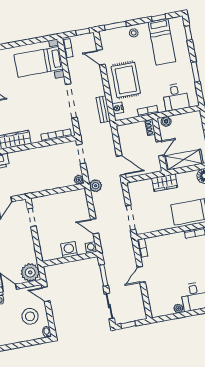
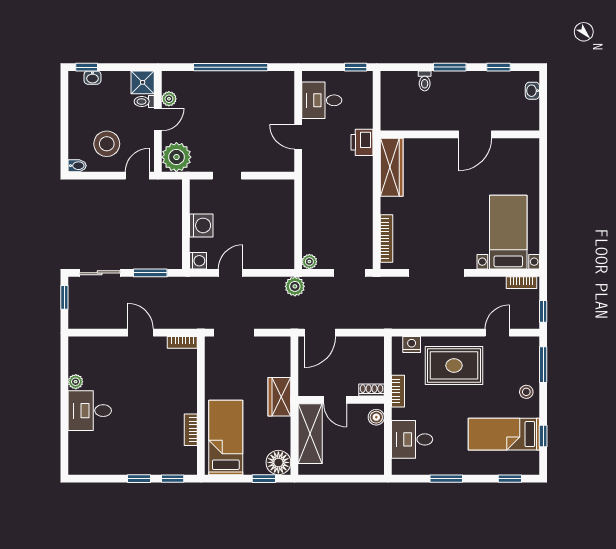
bench: (103, 109) -> (414, 321), removed
doorway: (32, 217) -> (227, 176), moved

